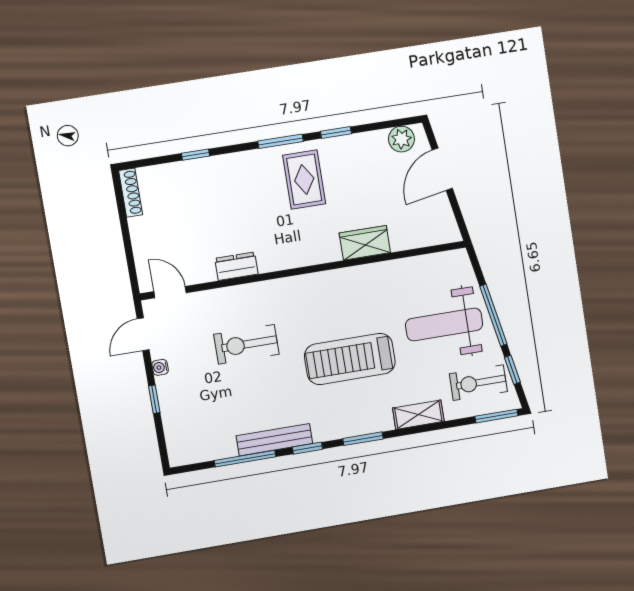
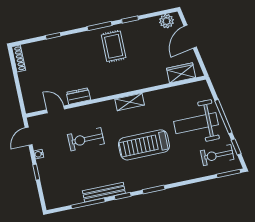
wardrobe: (365, 243) -> (181, 73), moved
door: (170, 292) -> (56, 109), moved
shelving: (418, 415) -> (130, 102), moved

